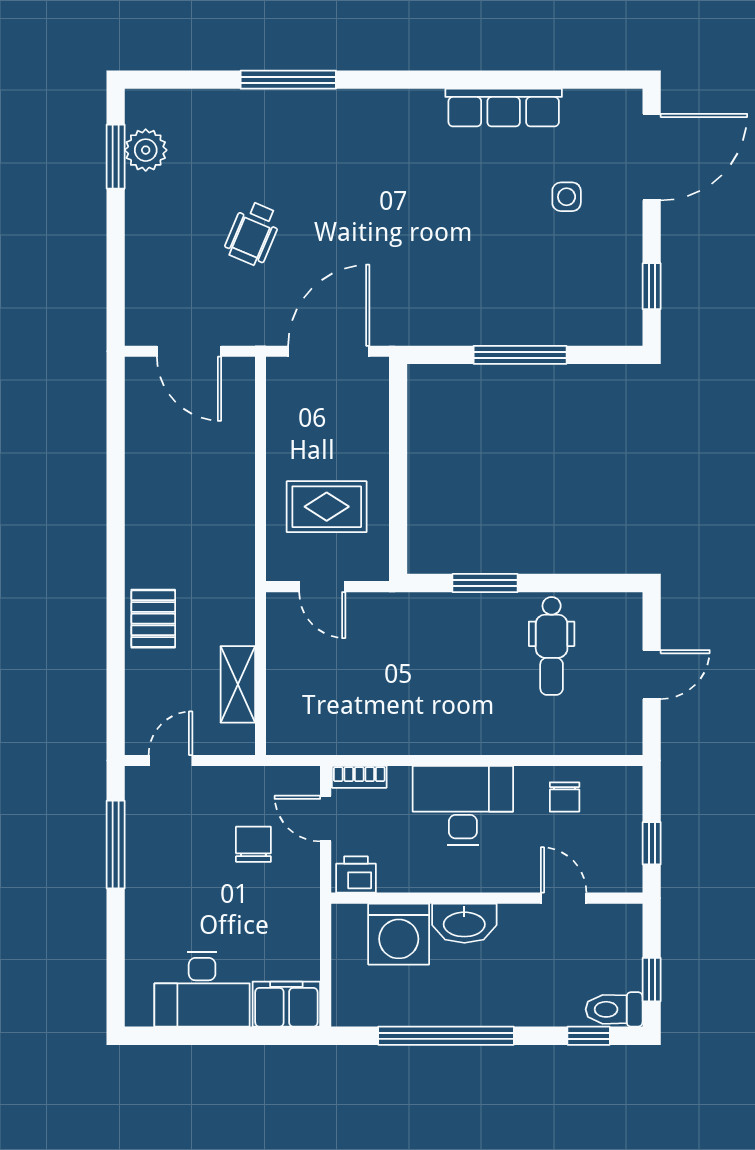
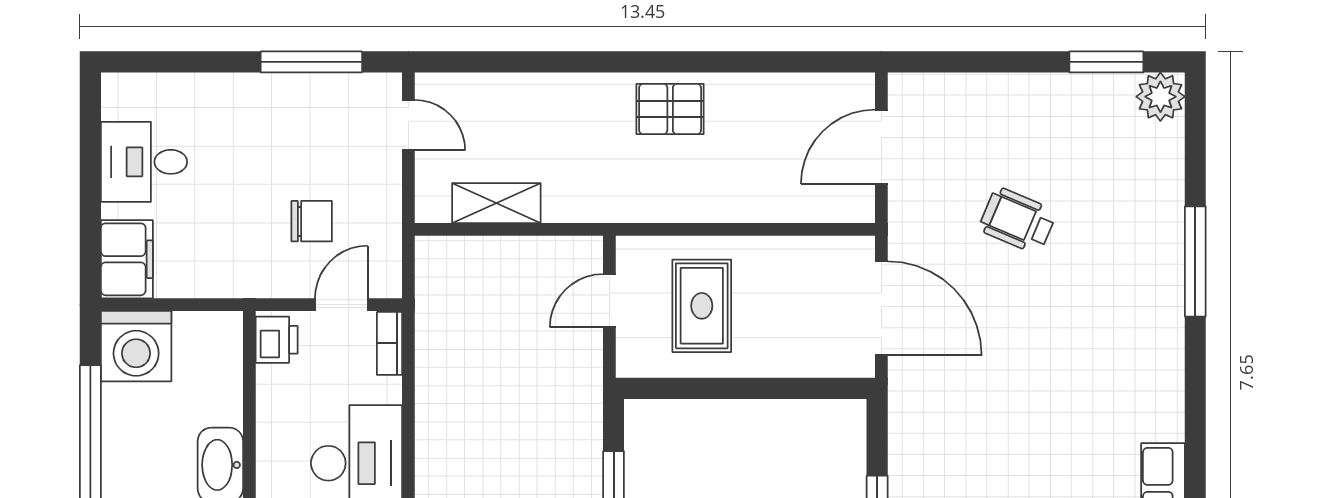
plant: (146, 150) -> (1160, 97), moved
pallet: (153, 619) -> (670, 109), moved
washing machine: (399, 934) -> (136, 346), moved, turned -90
desk: (202, 989) -> (144, 162), width x0.73

